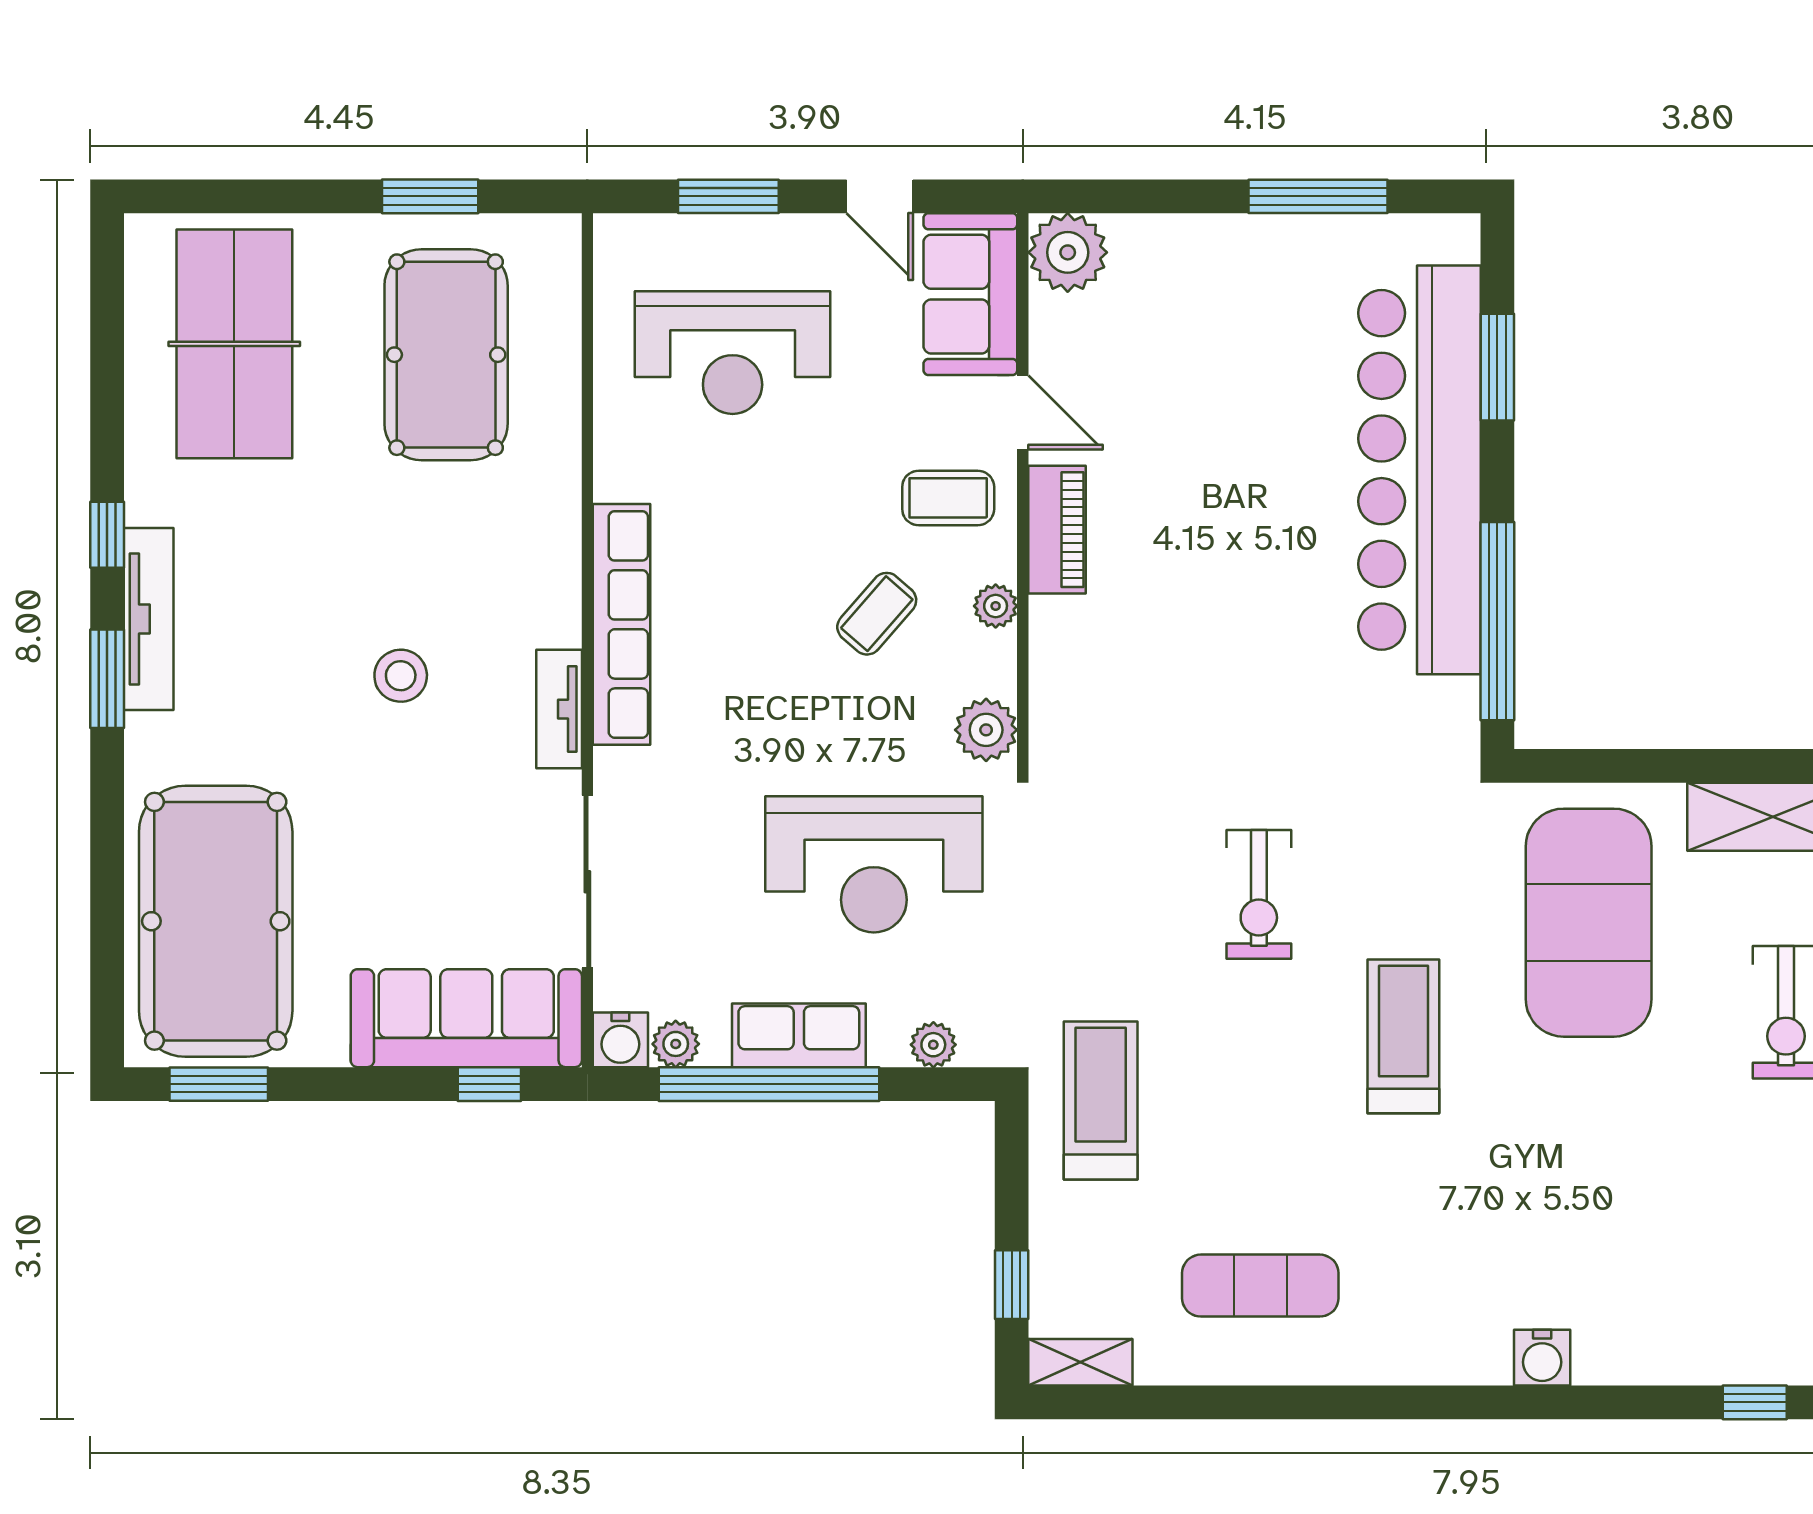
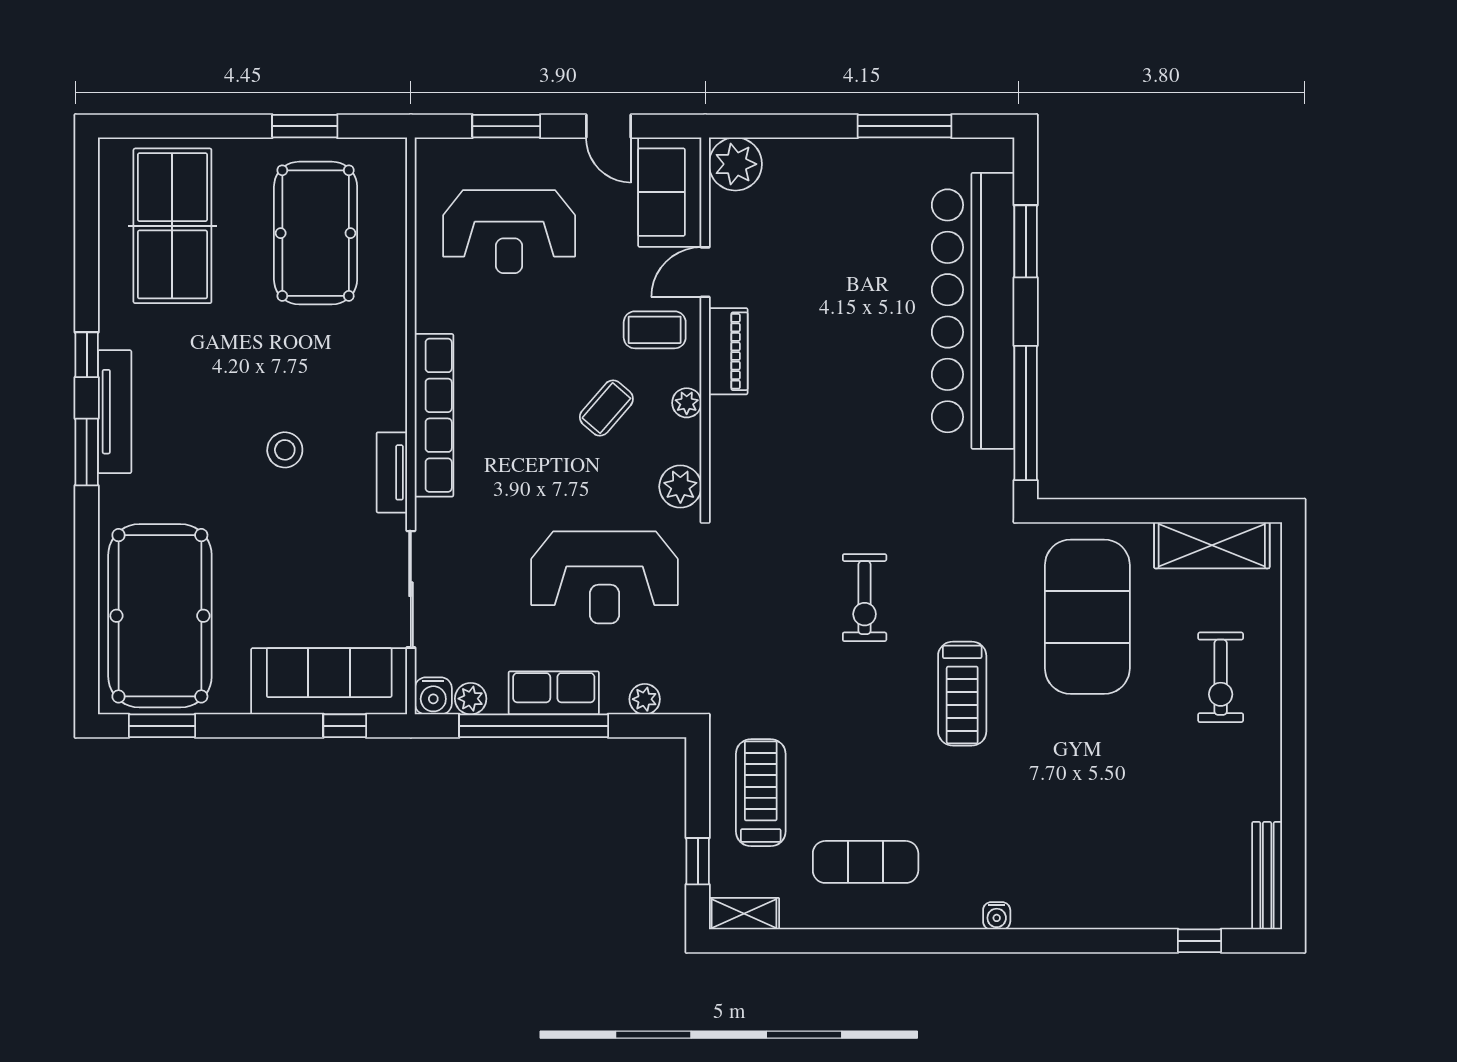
door: (1023, 412) -> (705, 272), swing flipped
treadmill: (1403, 1036) -> (962, 694), turned 180
treadmill: (1101, 1101) -> (761, 793), moved
water cooler: (1542, 1358) -> (997, 916), moved, width x0.72, depth x0.72

